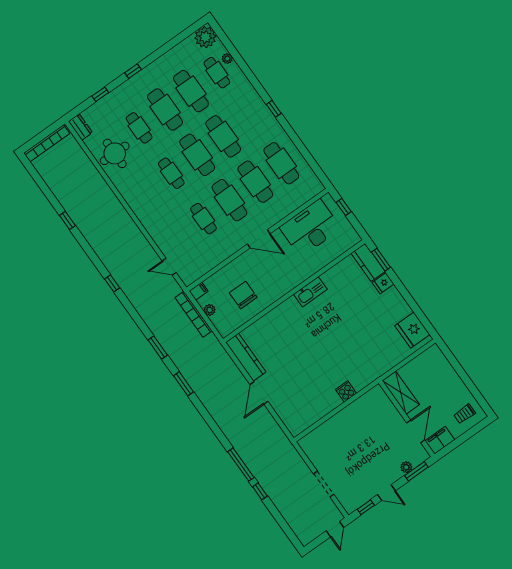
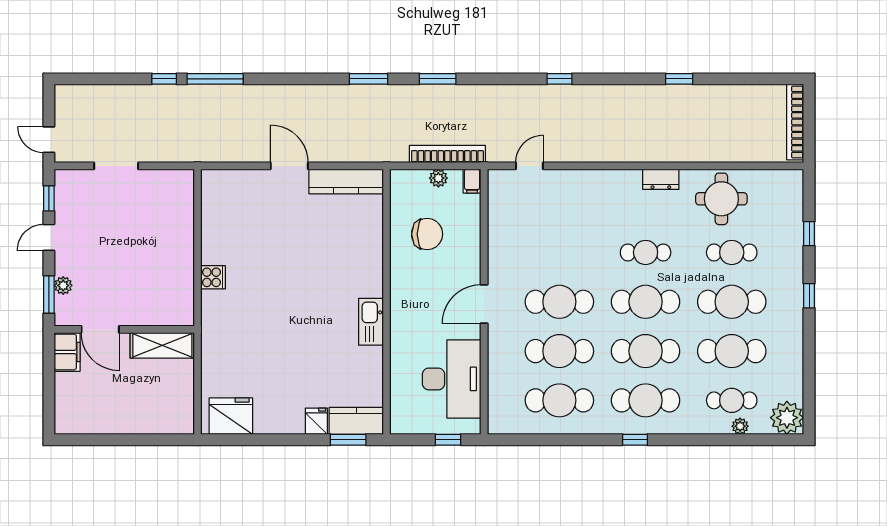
dresser: (80, 127) -> (661, 179), moved
cafe table: (203, 219) -> (646, 400), moved, width x1.37, depth x1.35
trolley: (465, 414) -> (78, 407), removed

